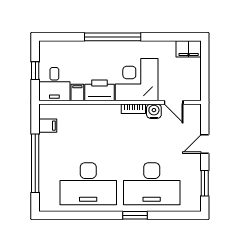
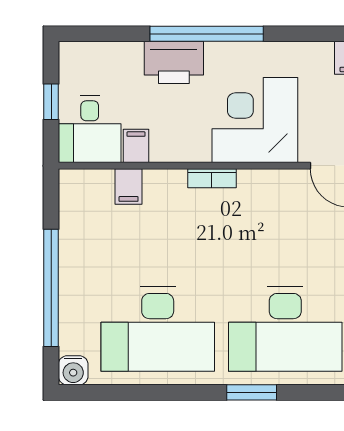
printer: (100, 90) -> (174, 62), moved, turned 180
bookcase: (133, 109) -> (212, 178), moved
water cooler: (154, 111) -> (73, 370), moved, turned 180
filing cabinet: (48, 126) -> (129, 186), moved, turned 90

